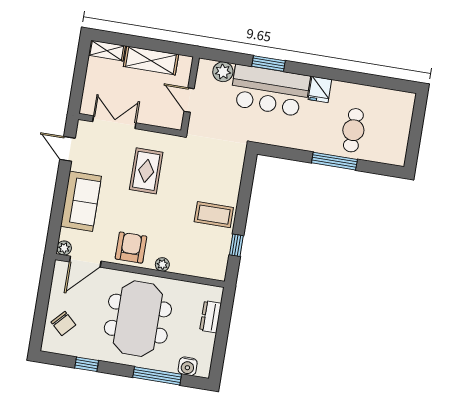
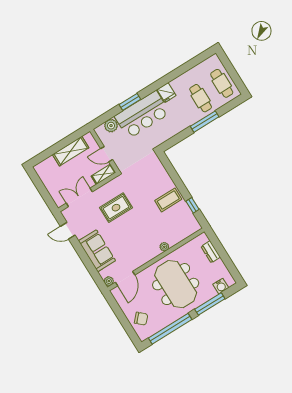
shelving: (107, 51) -> (103, 174), moved
cafe table: (393, 134) -> (222, 83), added
rug: (146, 171) -> (116, 208), turned 90
armchair: (131, 248) -> (142, 252), removed
window: (87, 364) -> (170, 329), width x3.17

